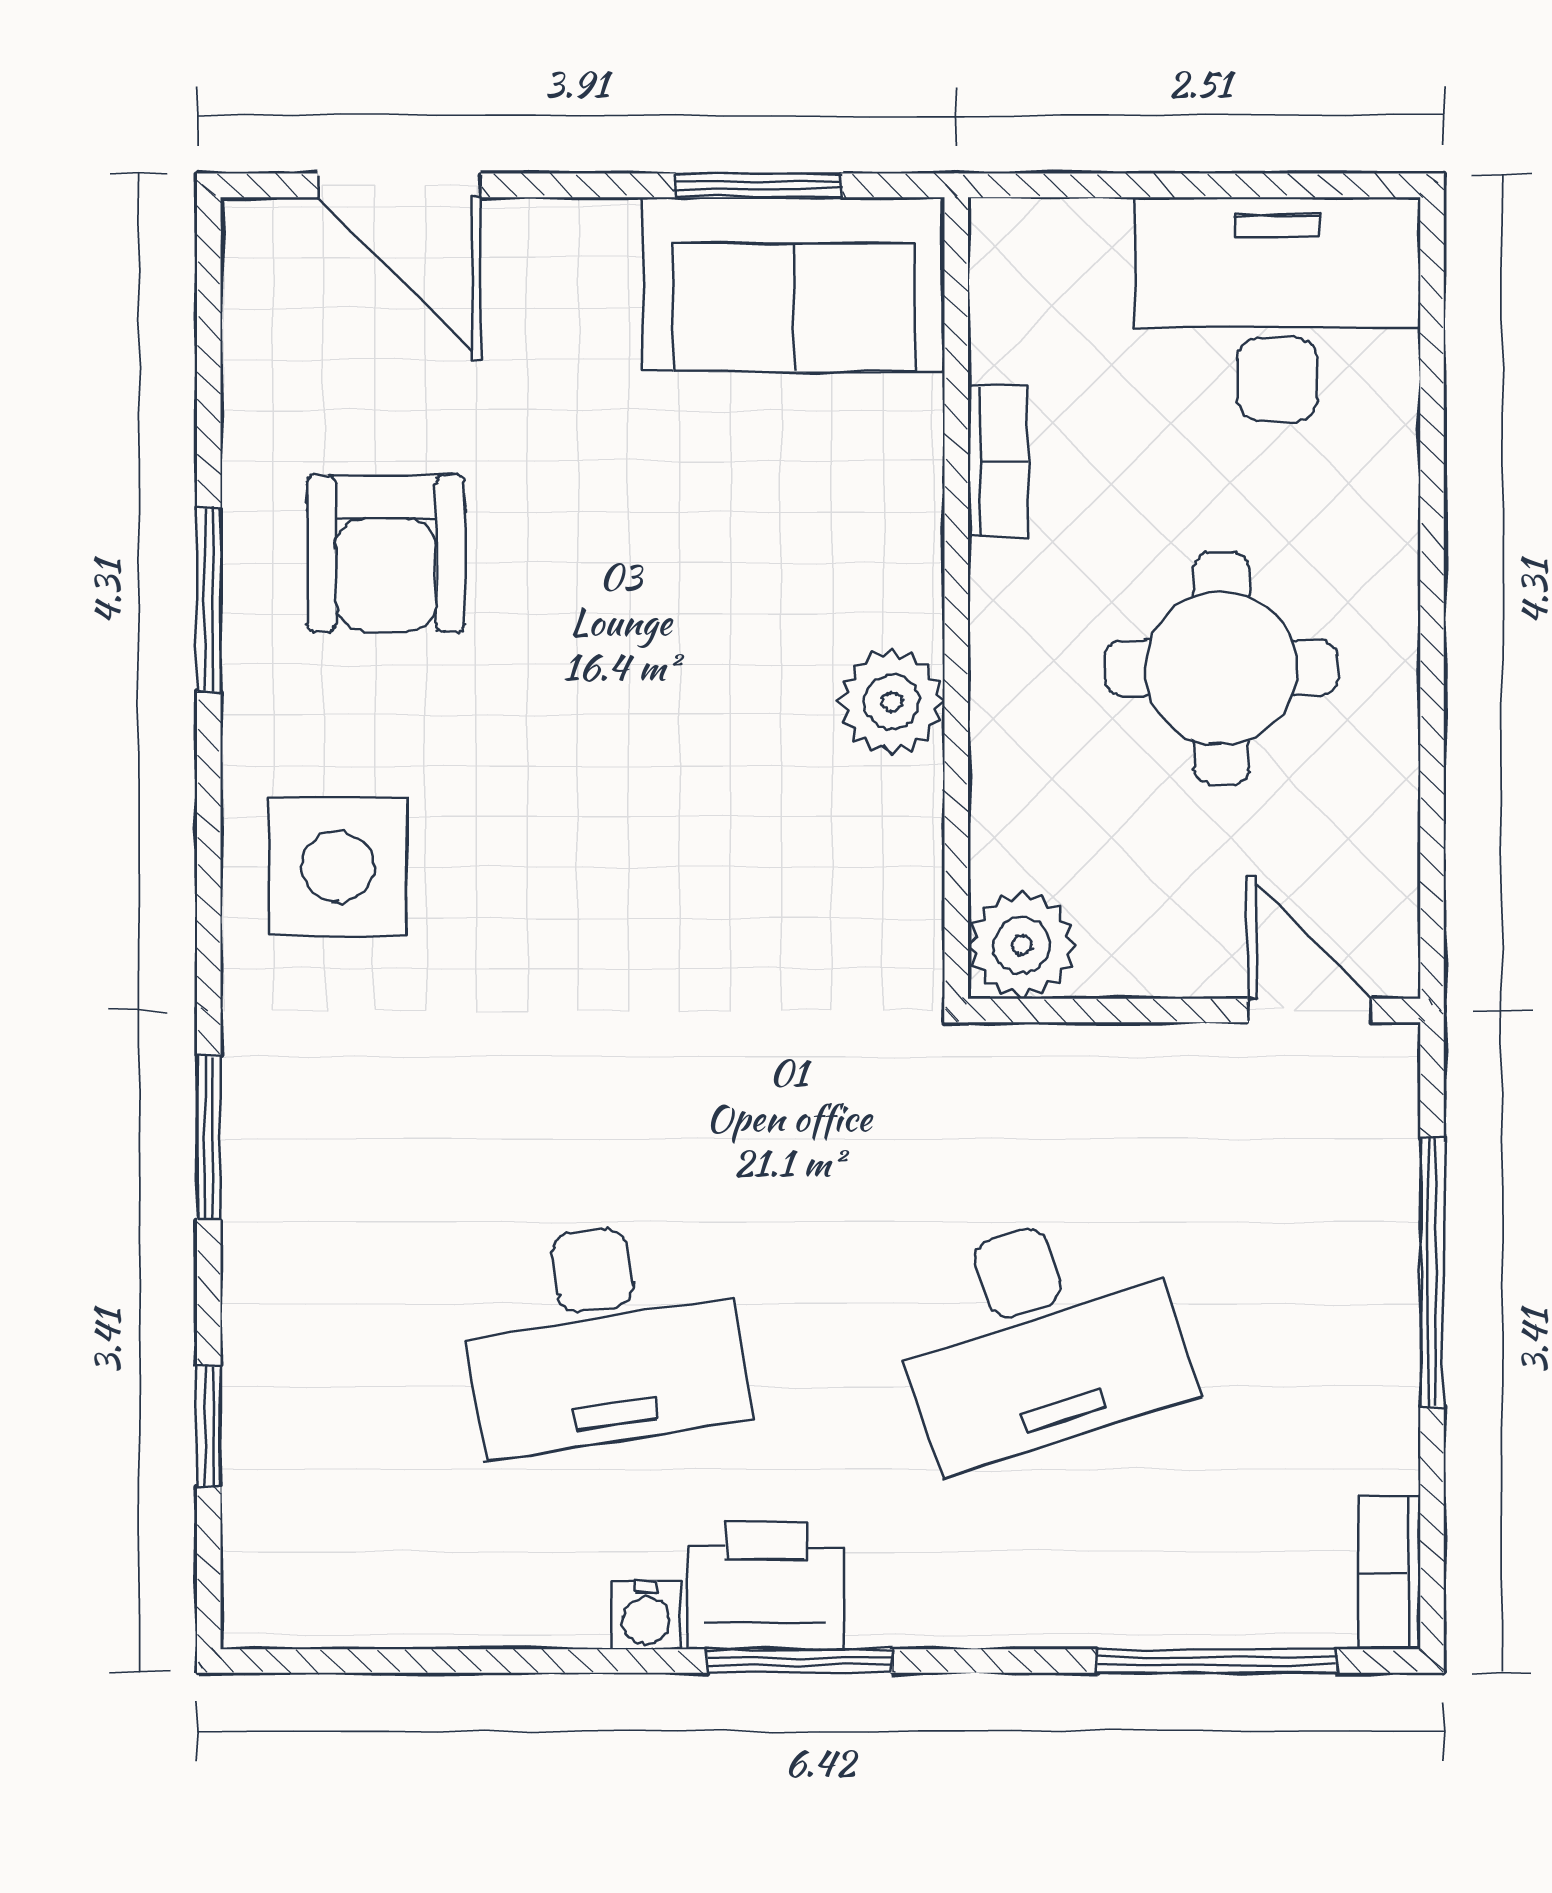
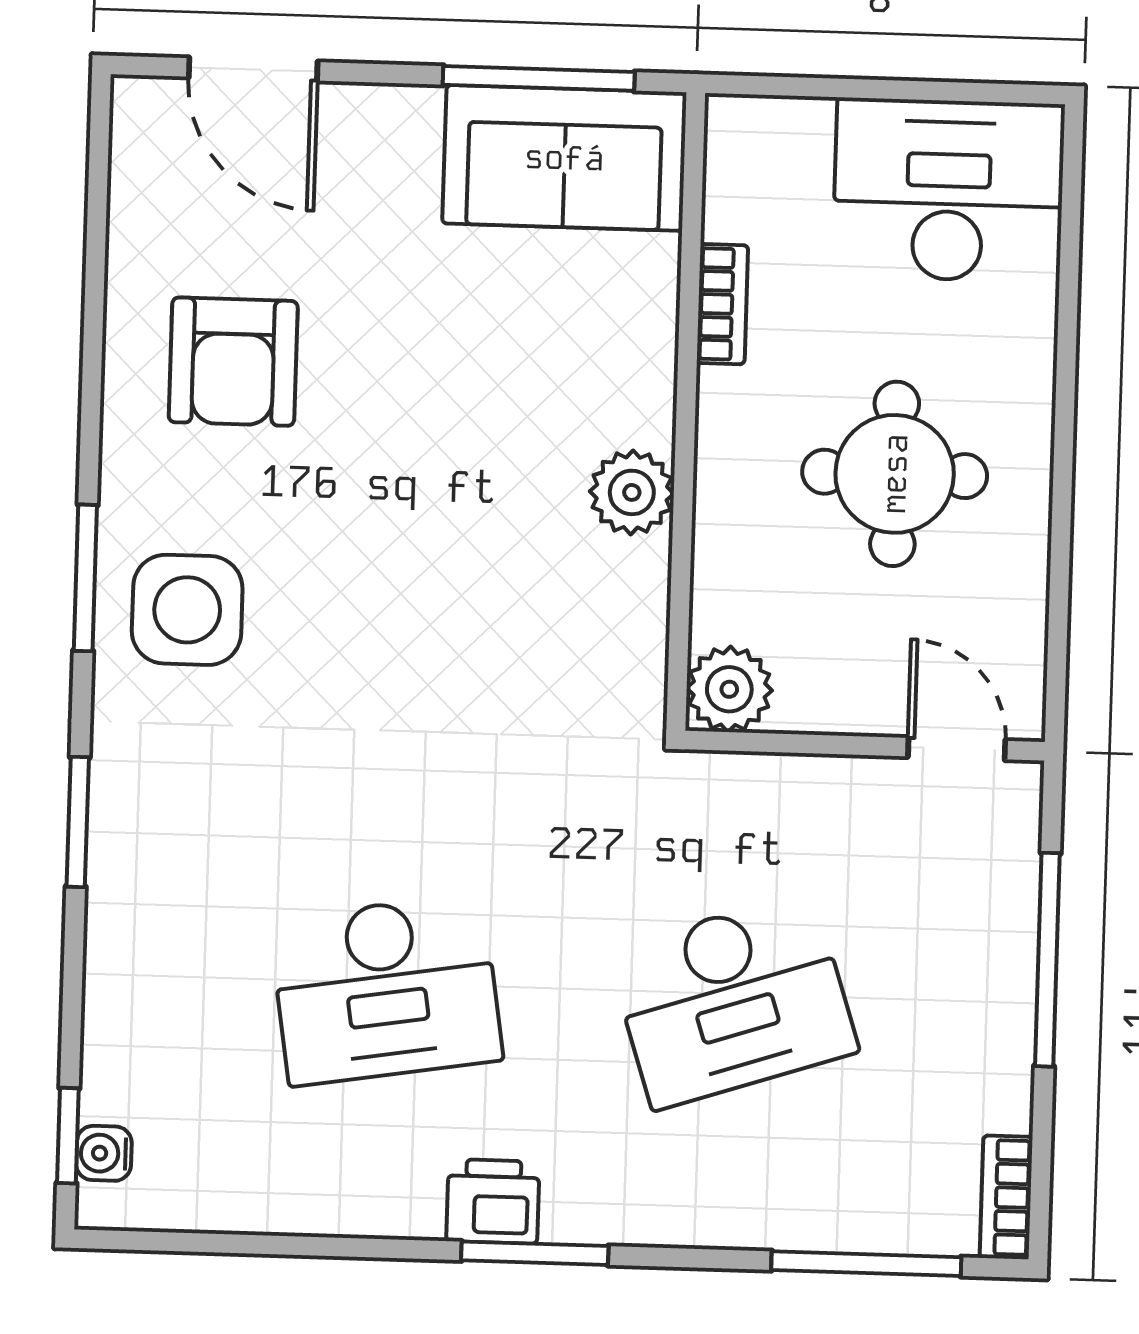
window: (758, 185) -> (539, 78), width x1.44
window: (209, 600) -> (85, 578), moved
window: (209, 1426) -> (68, 1136), moved
printer: (766, 1585) -> (493, 1201), width x0.73, depth x0.81
water cooler: (646, 1615) -> (104, 1153), moved, turned 90

